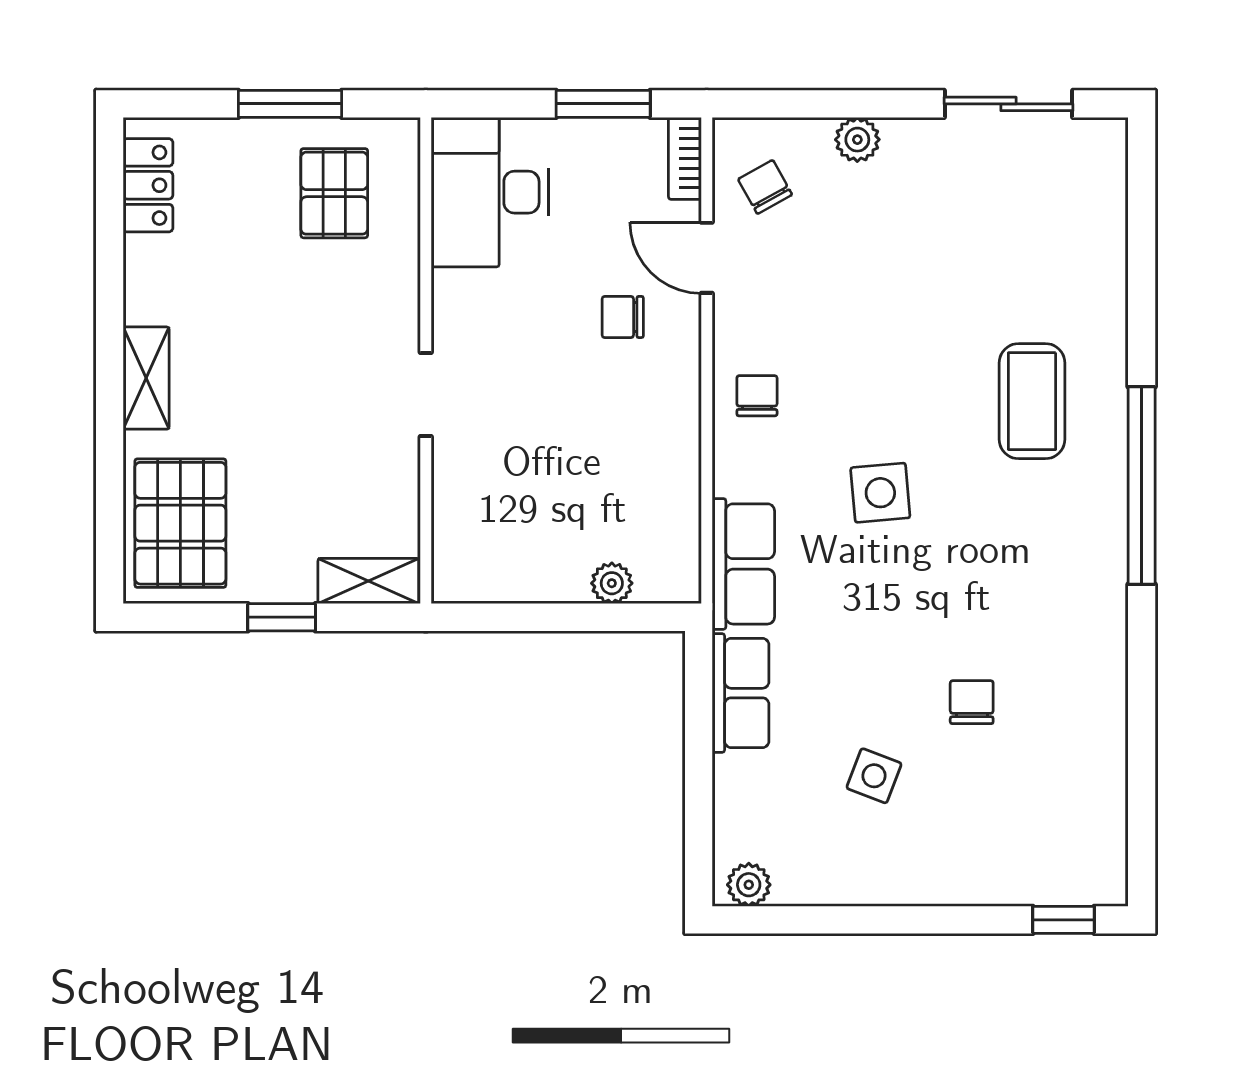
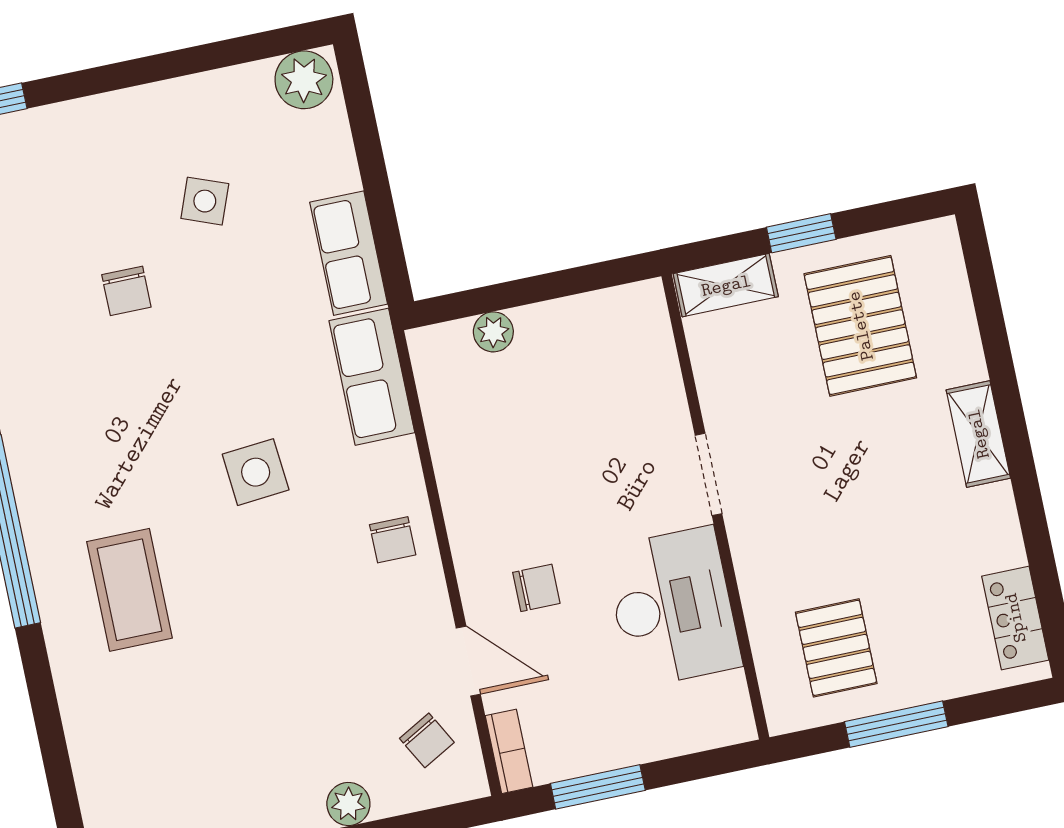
desk: (490, 192) -> (673, 607), moved
pallet: (180, 523) -> (860, 326), moved
plant: (749, 885) -> (304, 80), width x1.38, depth x1.38

